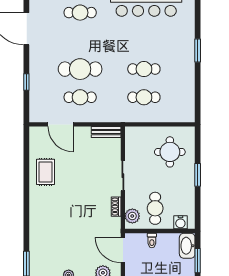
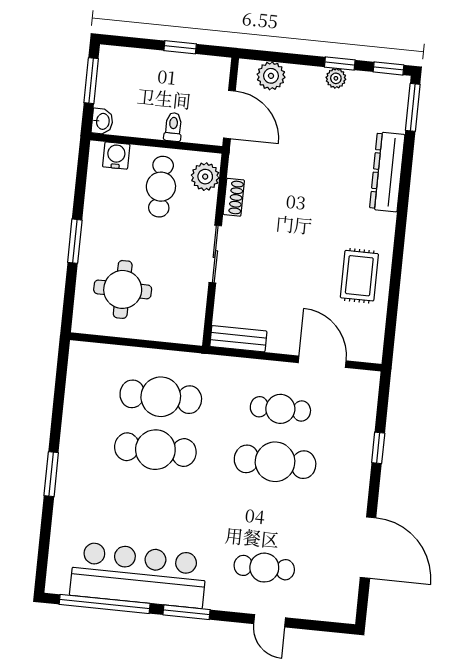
cafe table: (144, 69) -> (155, 450), width x1.37, depth x1.35
cafe table: (144, 97) -> (161, 397), width x1.37, depth x1.35
dresser: (36, 228) -> (387, 172), added
washbasin: (187, 246) -> (102, 121), width x0.52, depth x0.69

